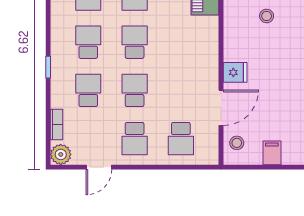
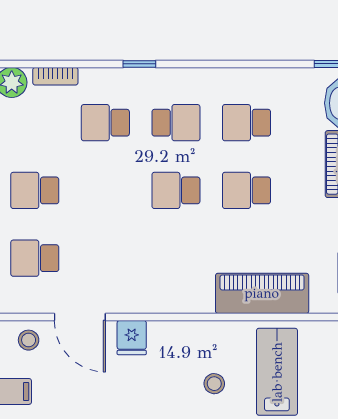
school desk: (135, 42) -> (176, 190), turned 180
school desk: (88, 90) -> (105, 123), turned 180
school desk: (135, 90) -> (105, 190), removed

